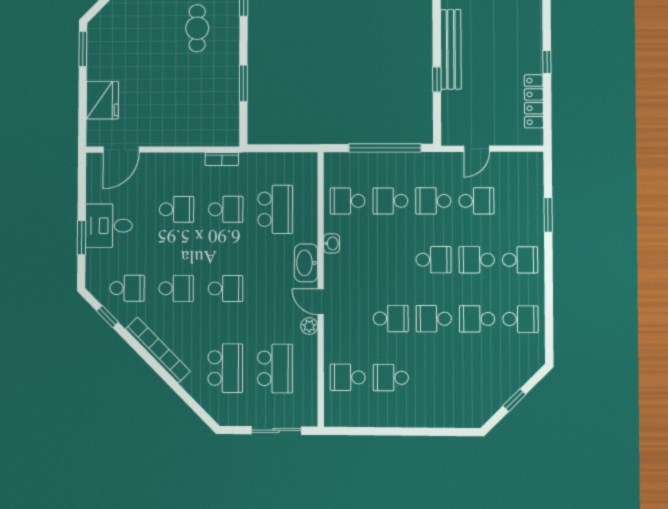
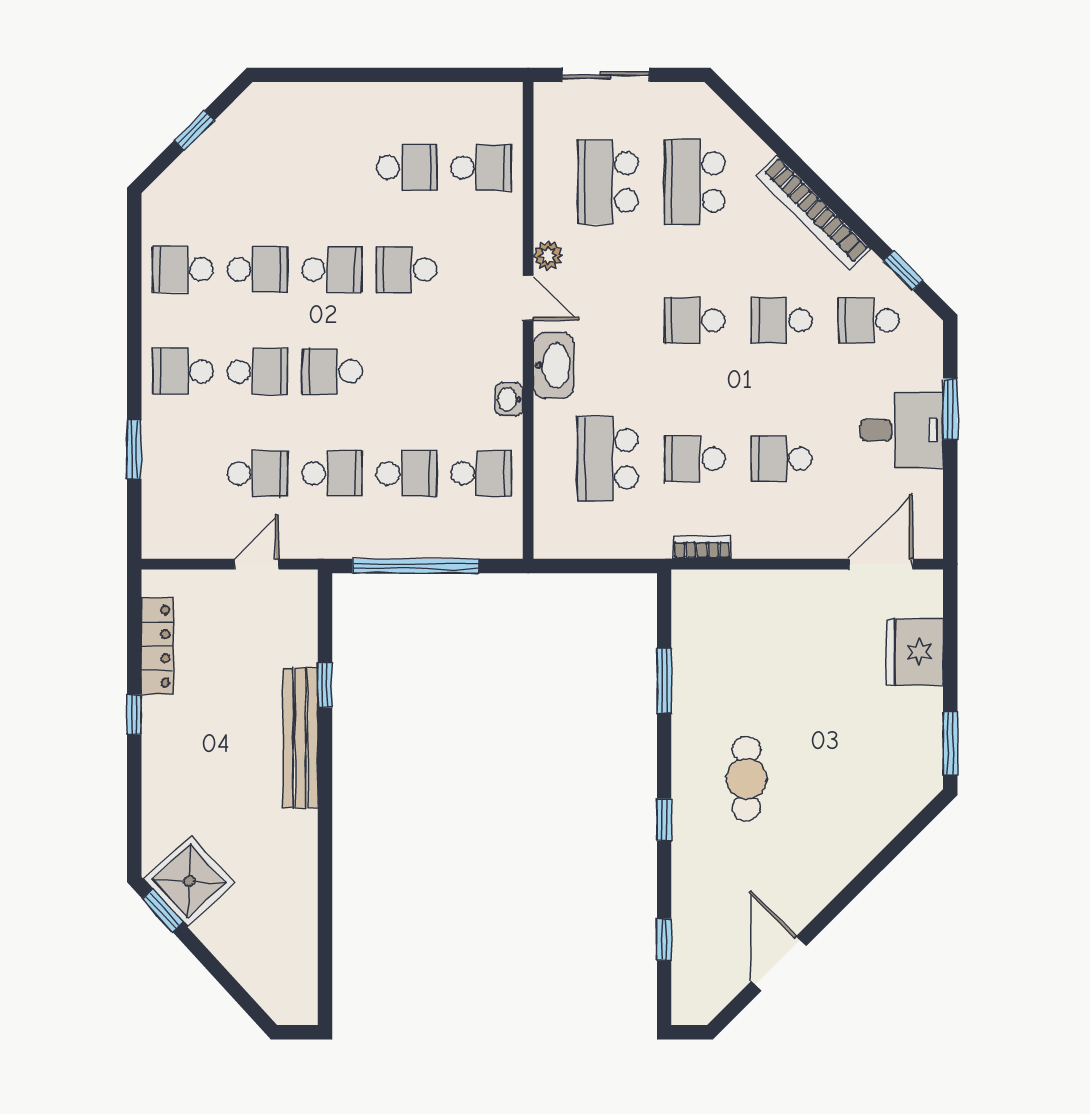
school desk: (476, 201) -> (257, 473), turned 180

